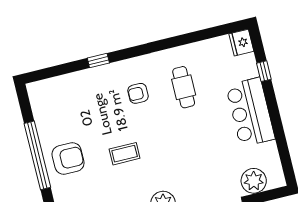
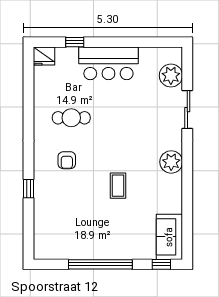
armchair: (68, 158) -> (110, 237), removed

